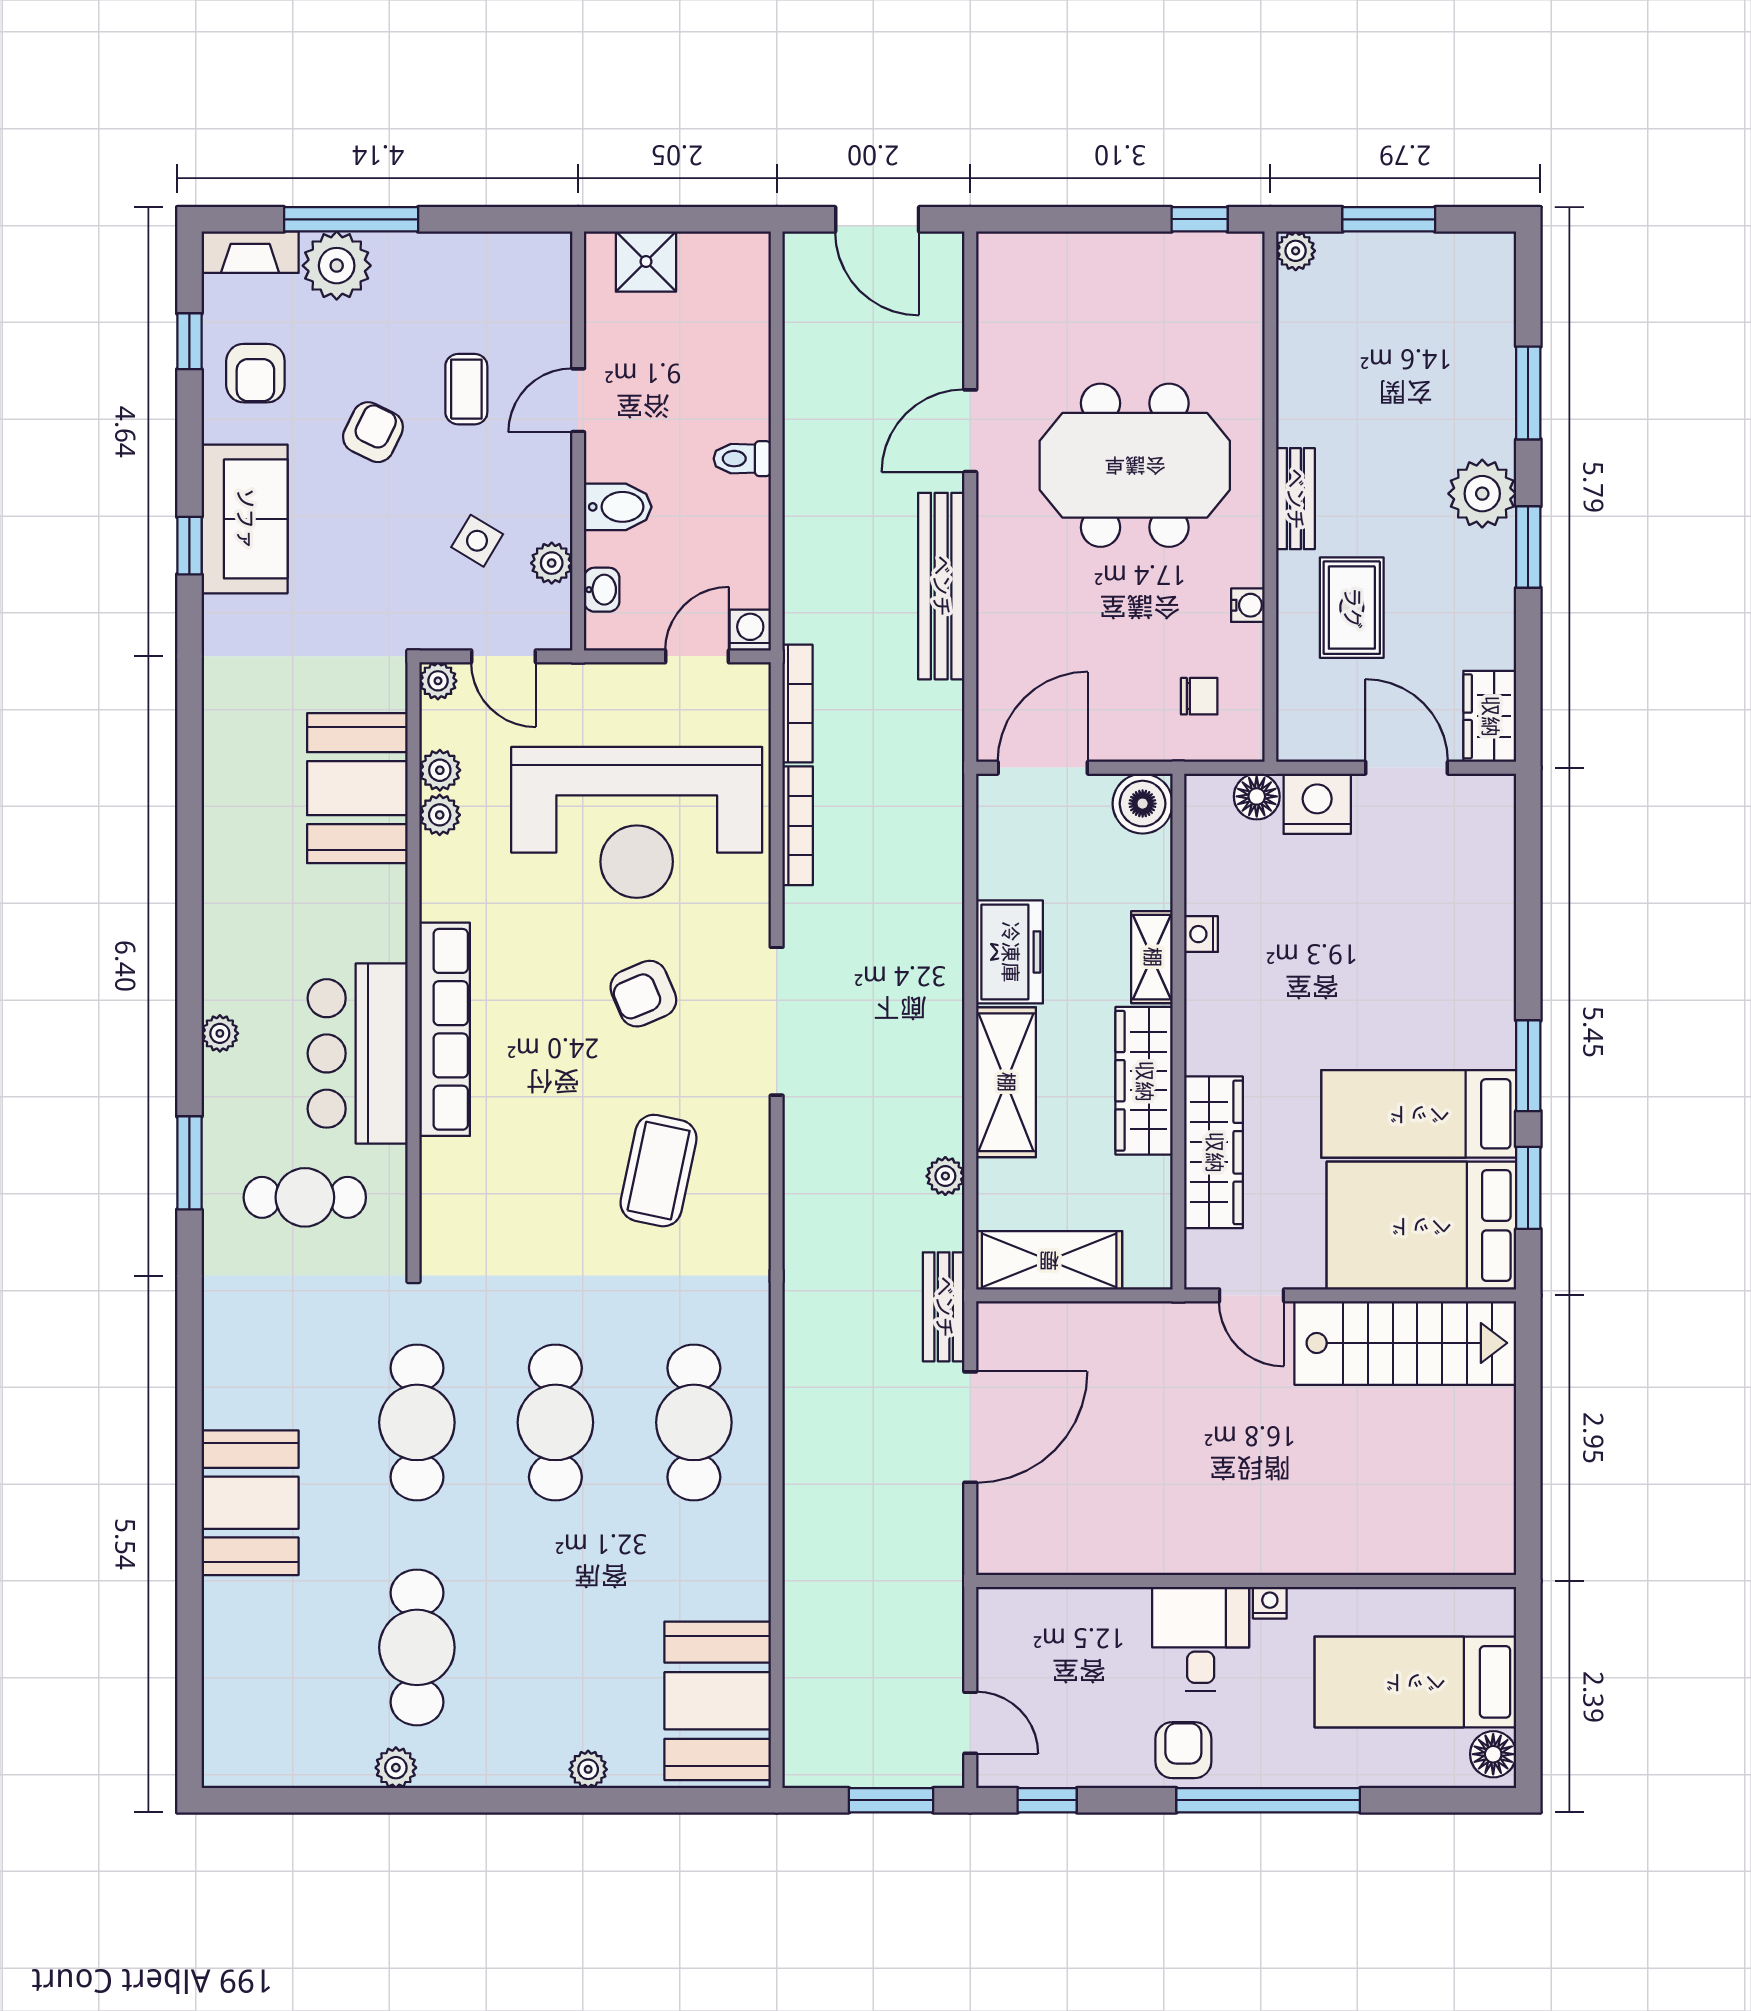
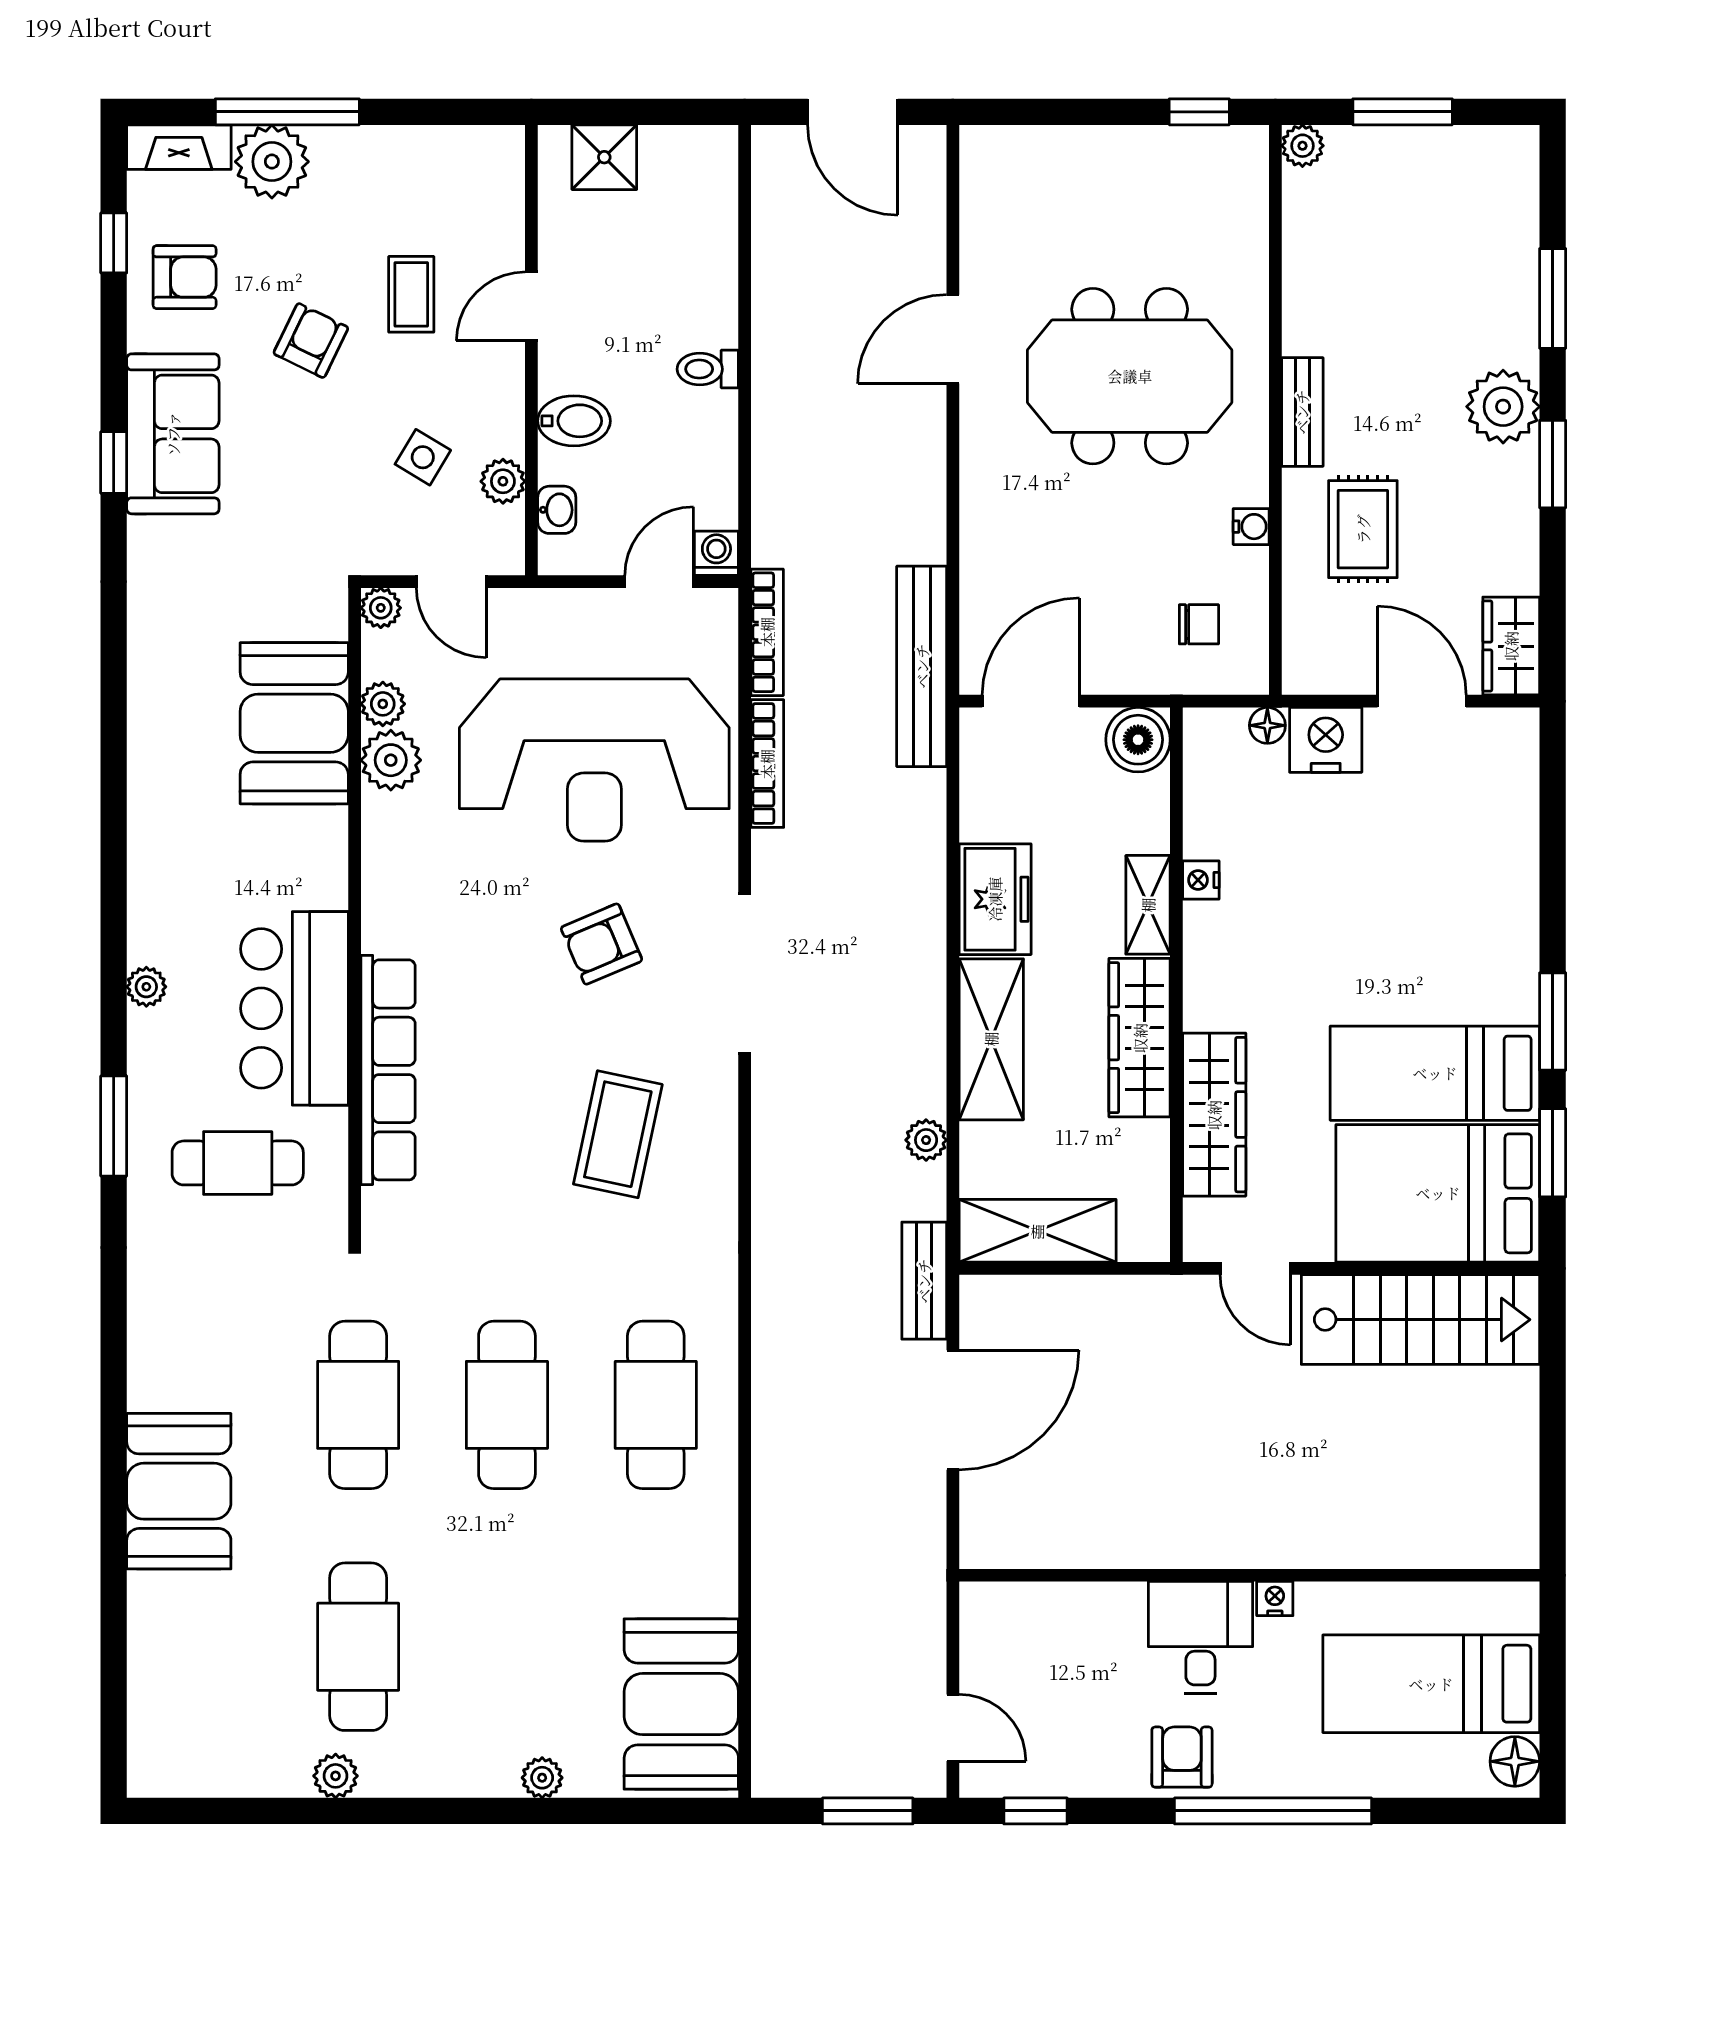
armchair: (255, 373) -> (185, 277), turned -90
bench: (941, 586) -> (922, 666), moved
floor lamp: (1257, 796) -> (1267, 725), width x0.73, depth x0.73
plant: (440, 815) -> (391, 760), width x1.38, depth x1.38
row of seats: (445, 1029) -> (388, 1070), moved

